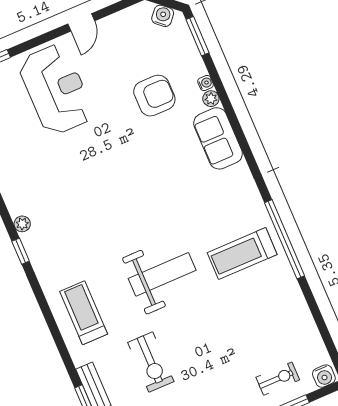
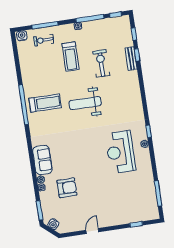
reception desk: (56, 89) -> (120, 152), moved
armchair: (154, 96) -> (67, 188), turned 180
treadmill: (84, 313) -> (71, 57), moved

